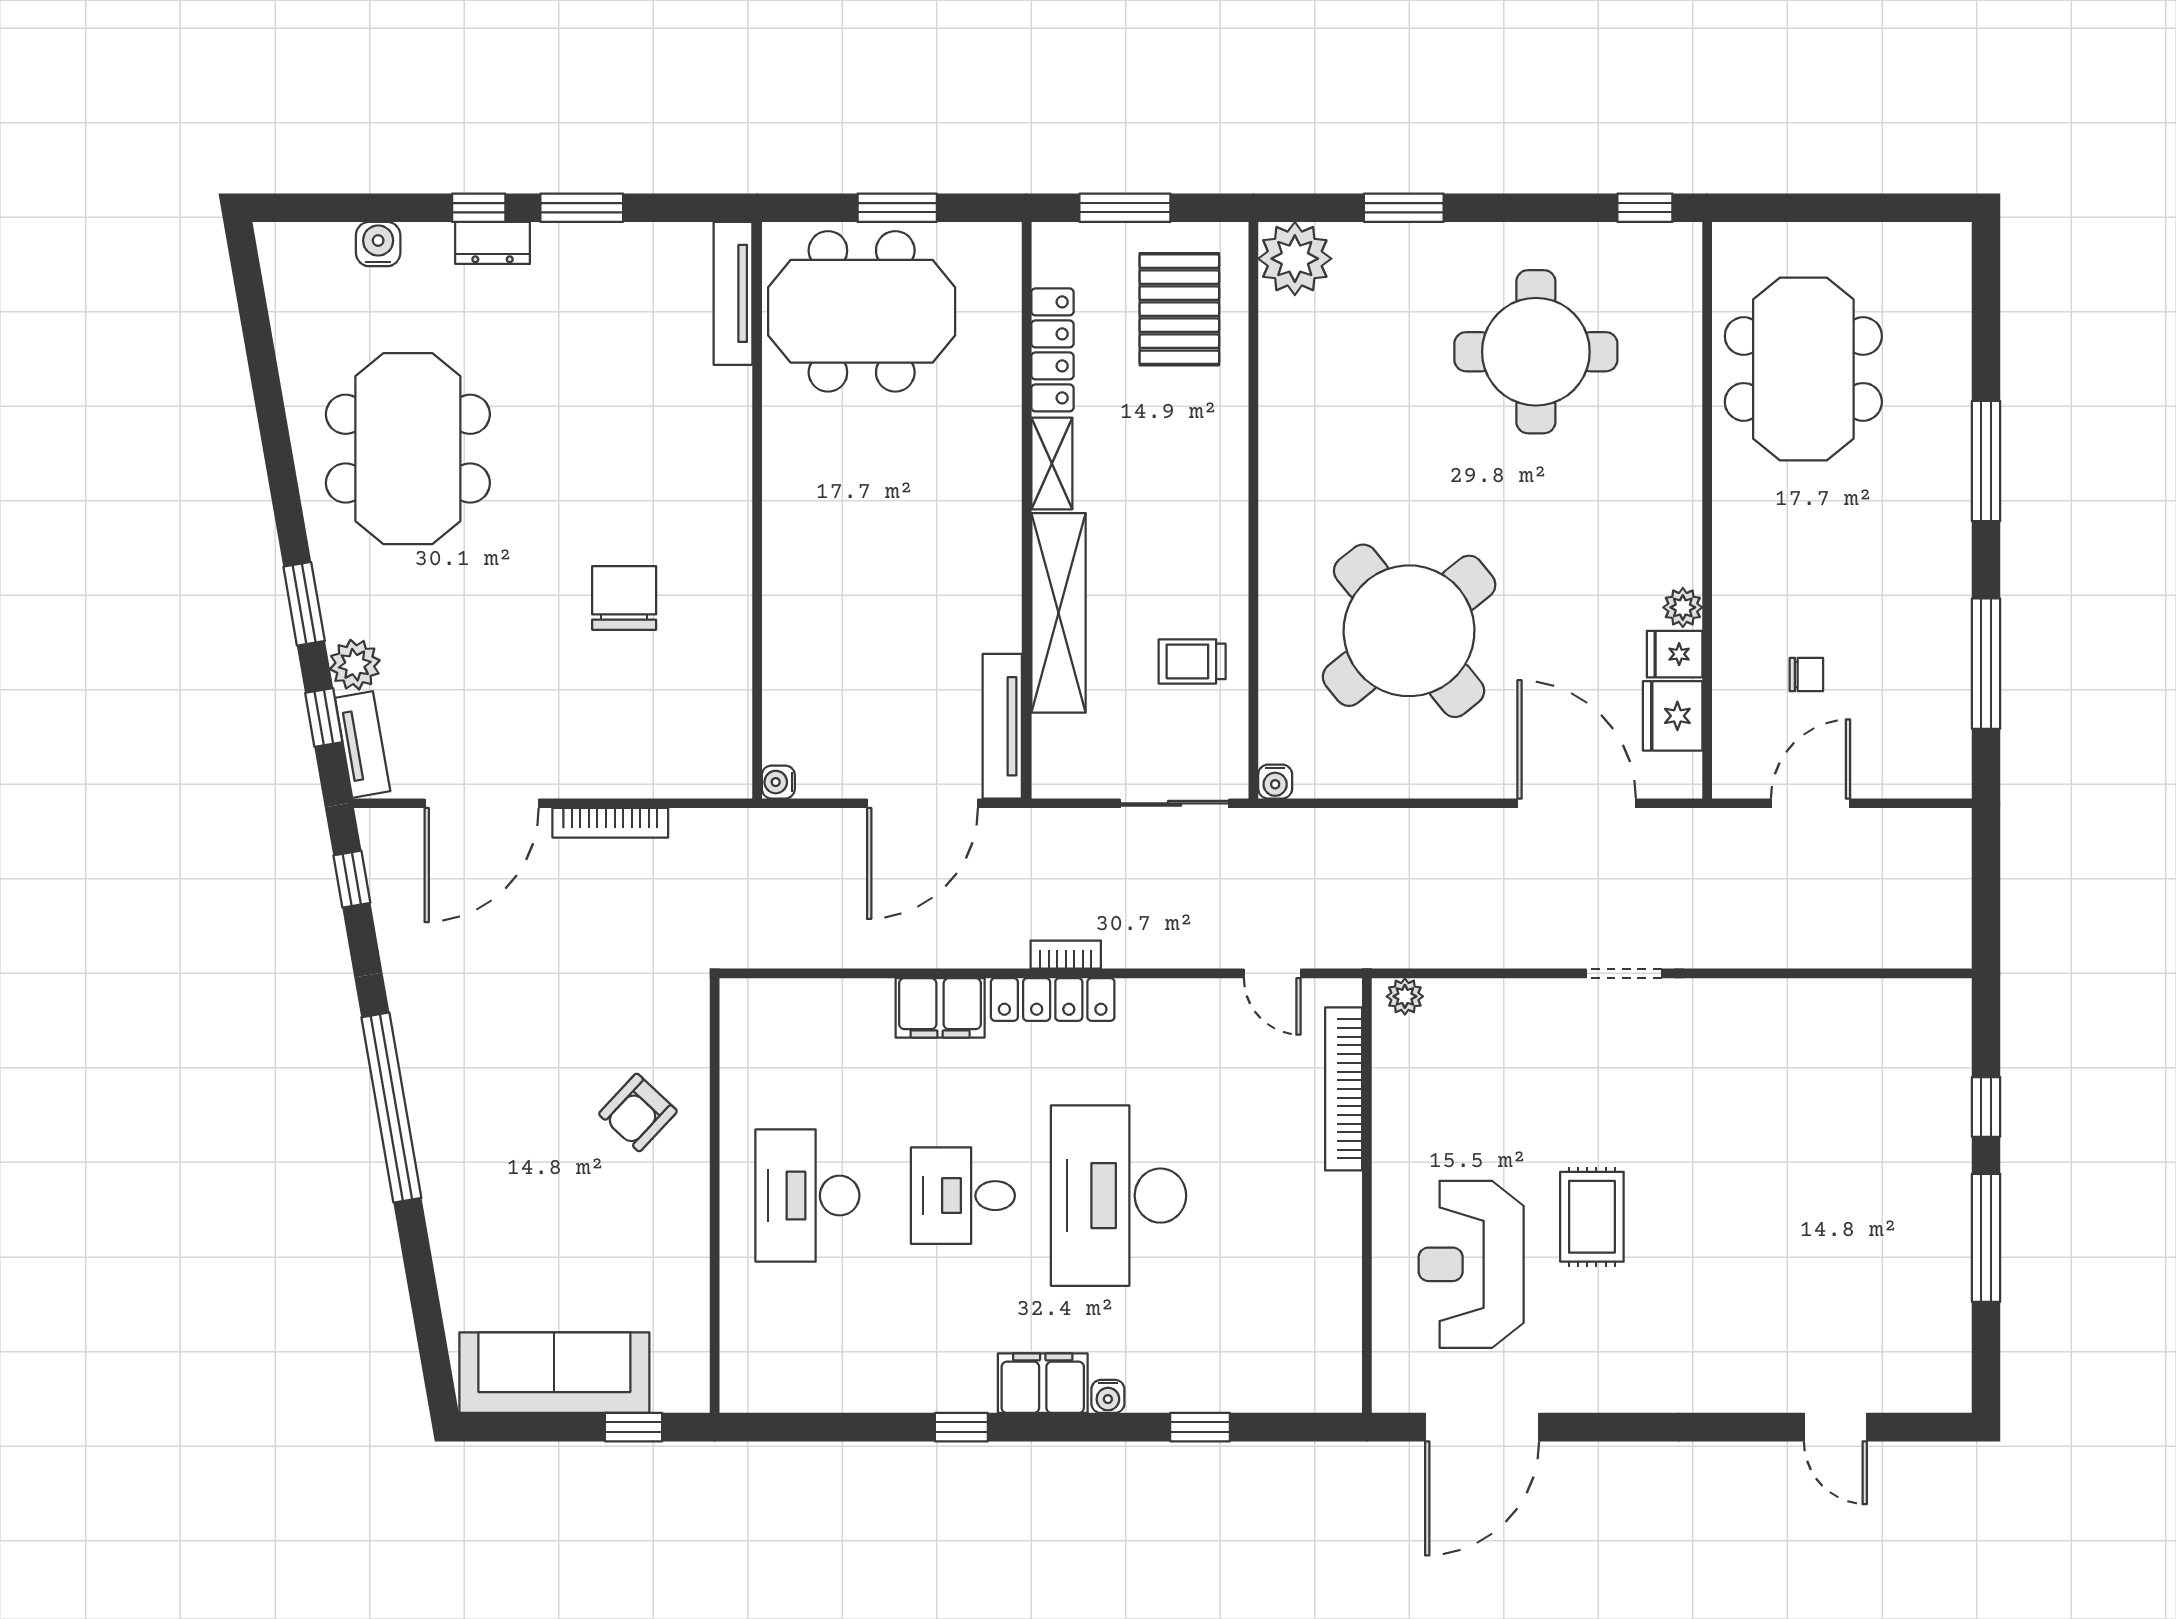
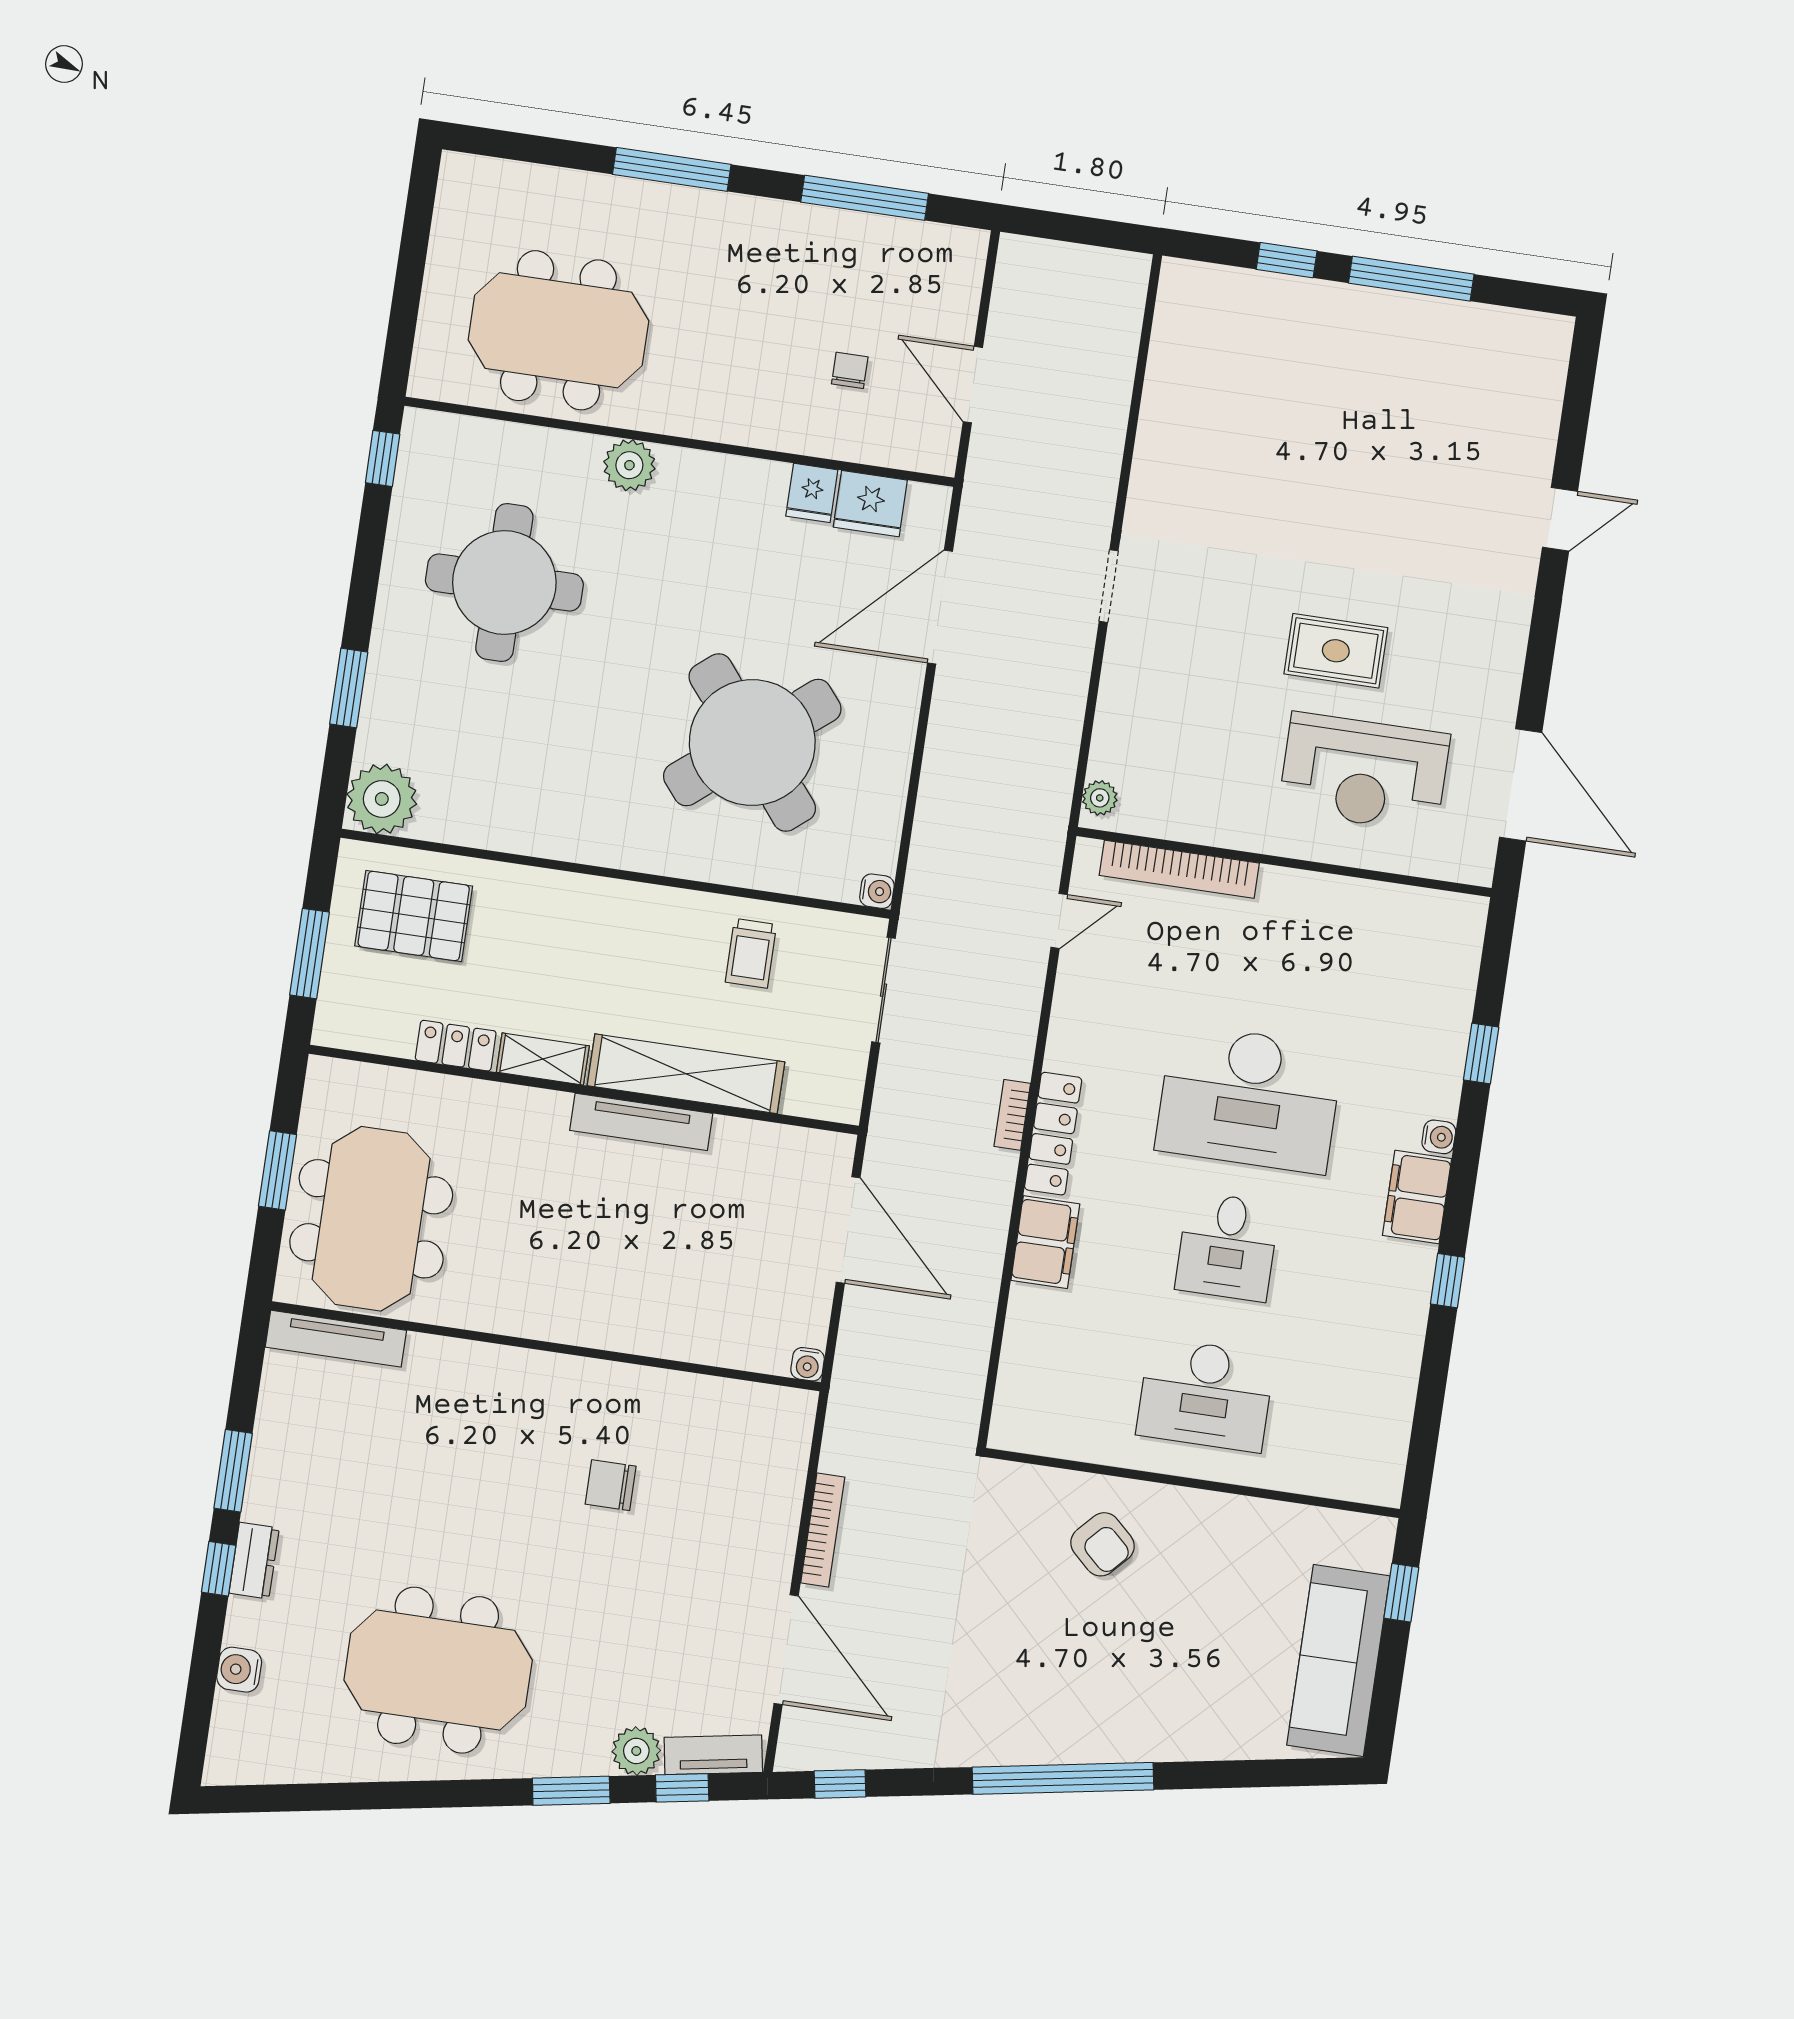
locker: (1052, 350) -> (456, 1046), width x0.66
chair: (624, 598) -> (611, 1485), width x0.73, depth x0.73
plant: (1683, 607) -> (629, 465), moved, width x1.38, depth x1.38
tv unit: (1002, 726) -> (641, 1122), moved
door: (1835, 1427) -> (1560, 519), moved

